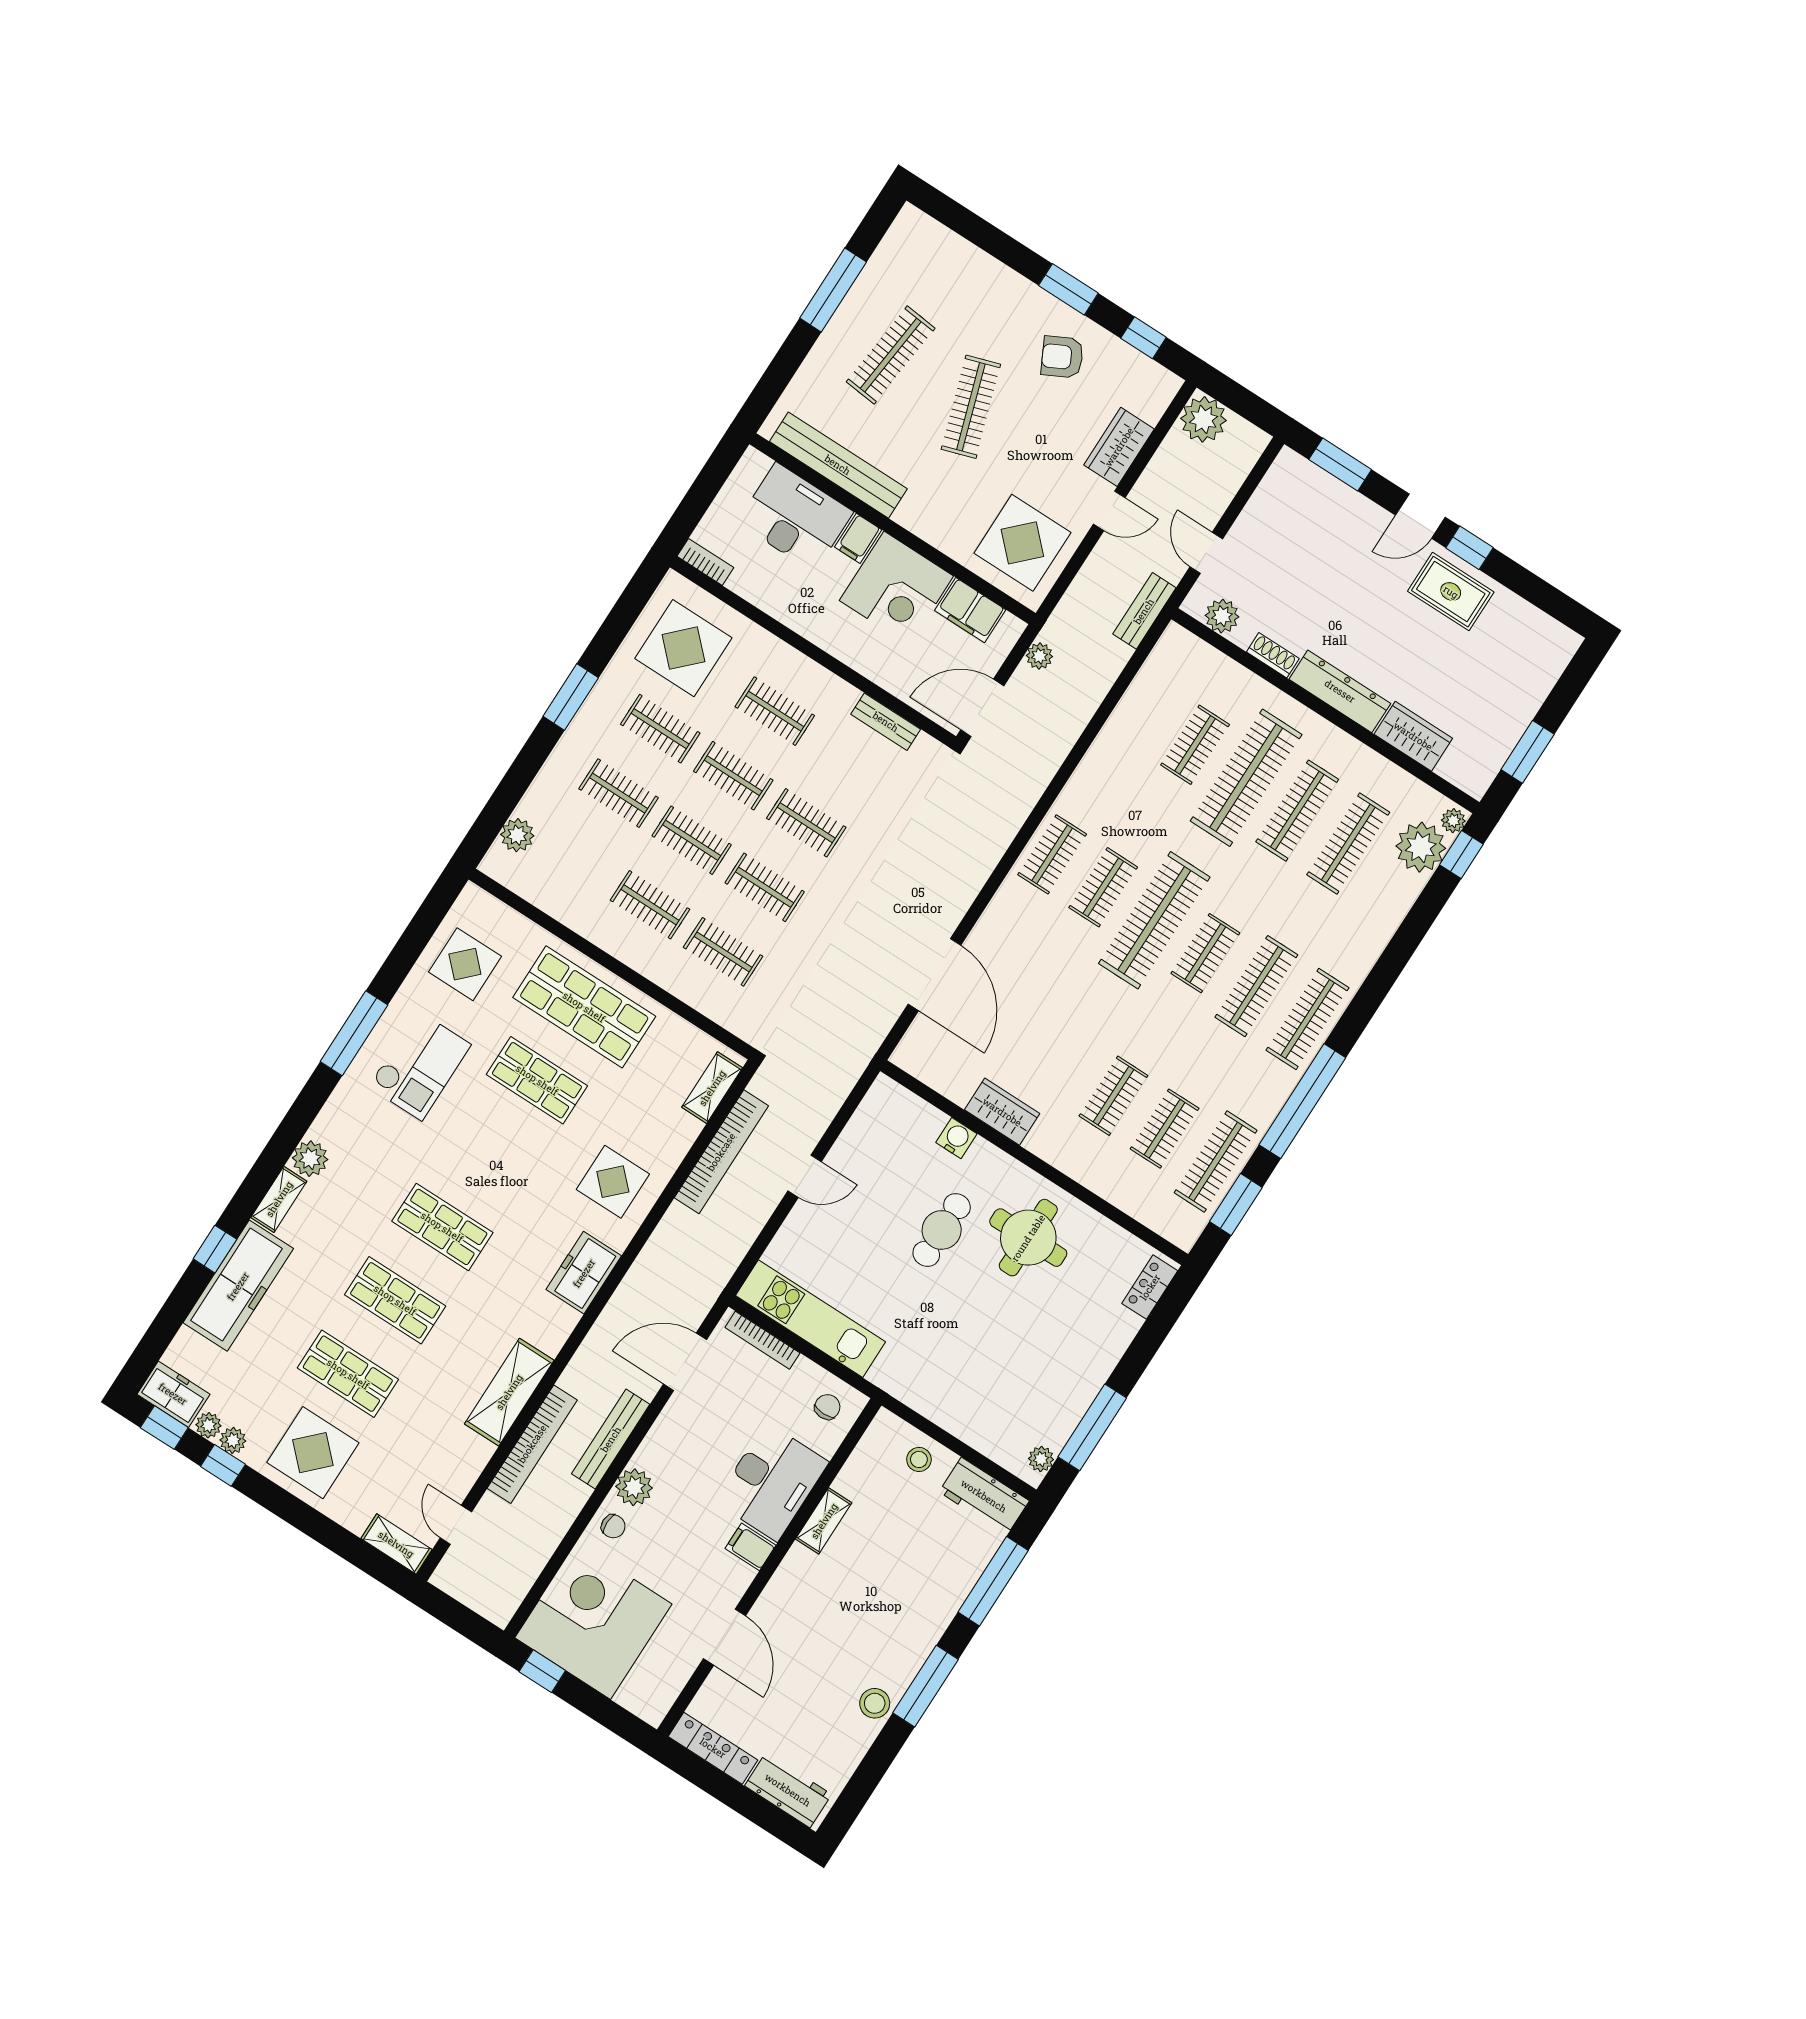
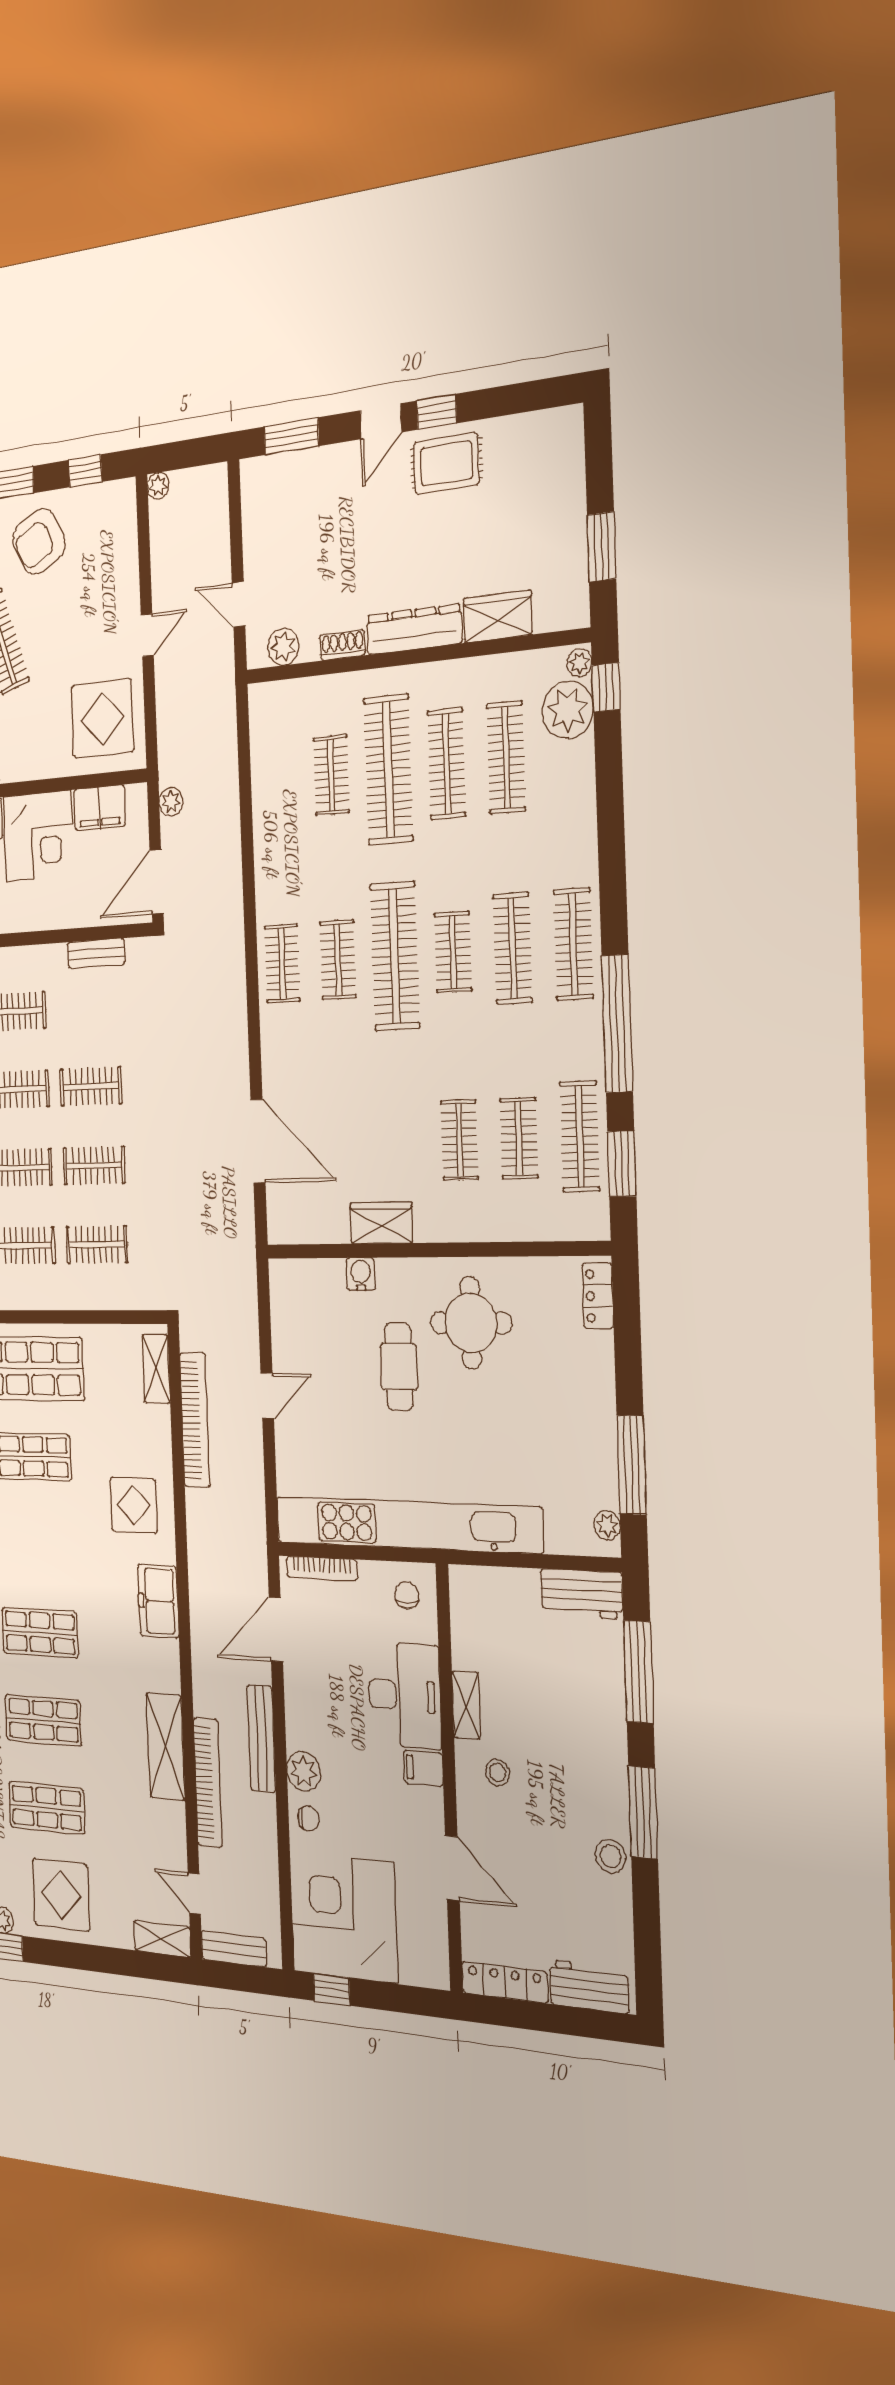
armchair: (1062, 357) -> (39, 541), width x1.38, depth x1.38
plant: (1203, 419) -> (158, 486), width x0.53, depth x0.53
wardrobe: (1119, 447) -> (122, 576), removed
bench: (1144, 611) -> (234, 1949), moved, turned 90
kitchen unit: (811, 1319) -> (407, 1525), width x1.86
stool: (919, 1459) -> (497, 1773), moved

